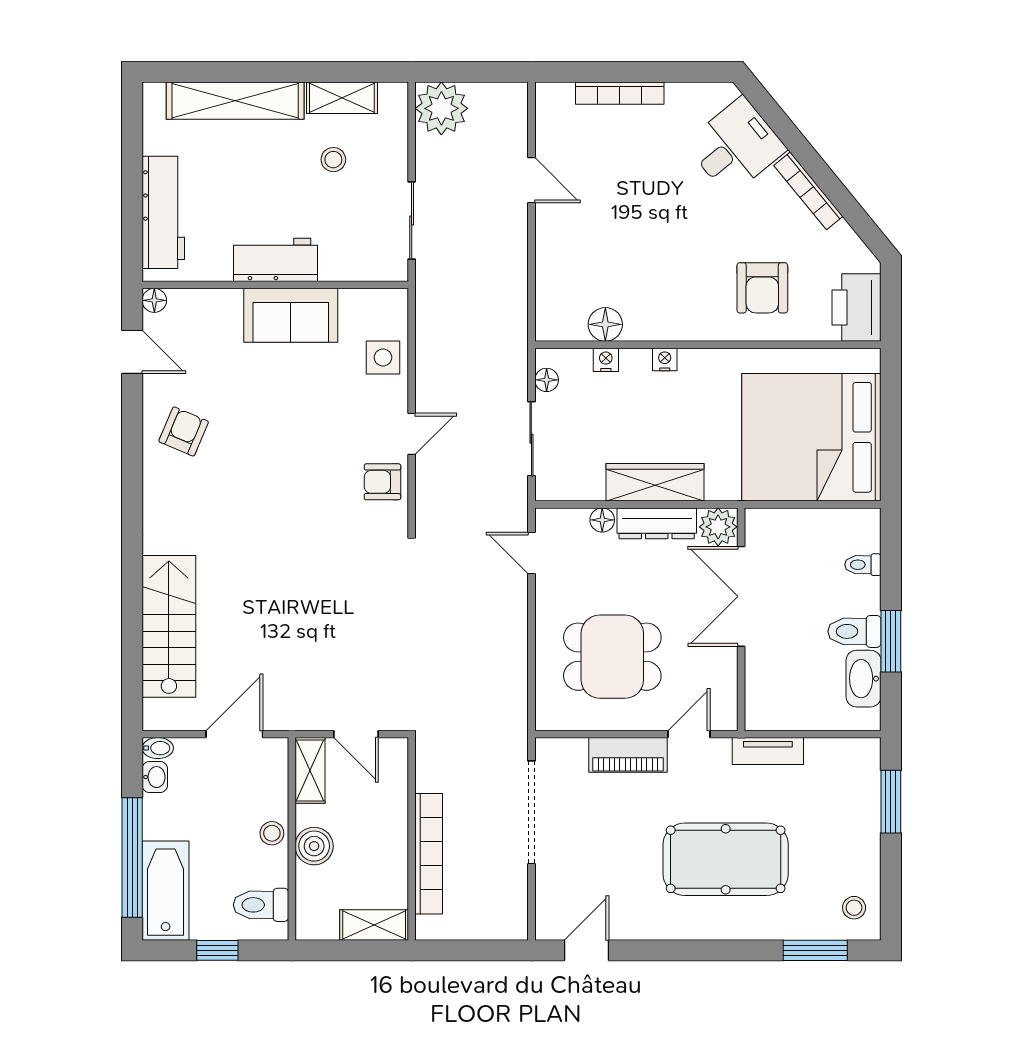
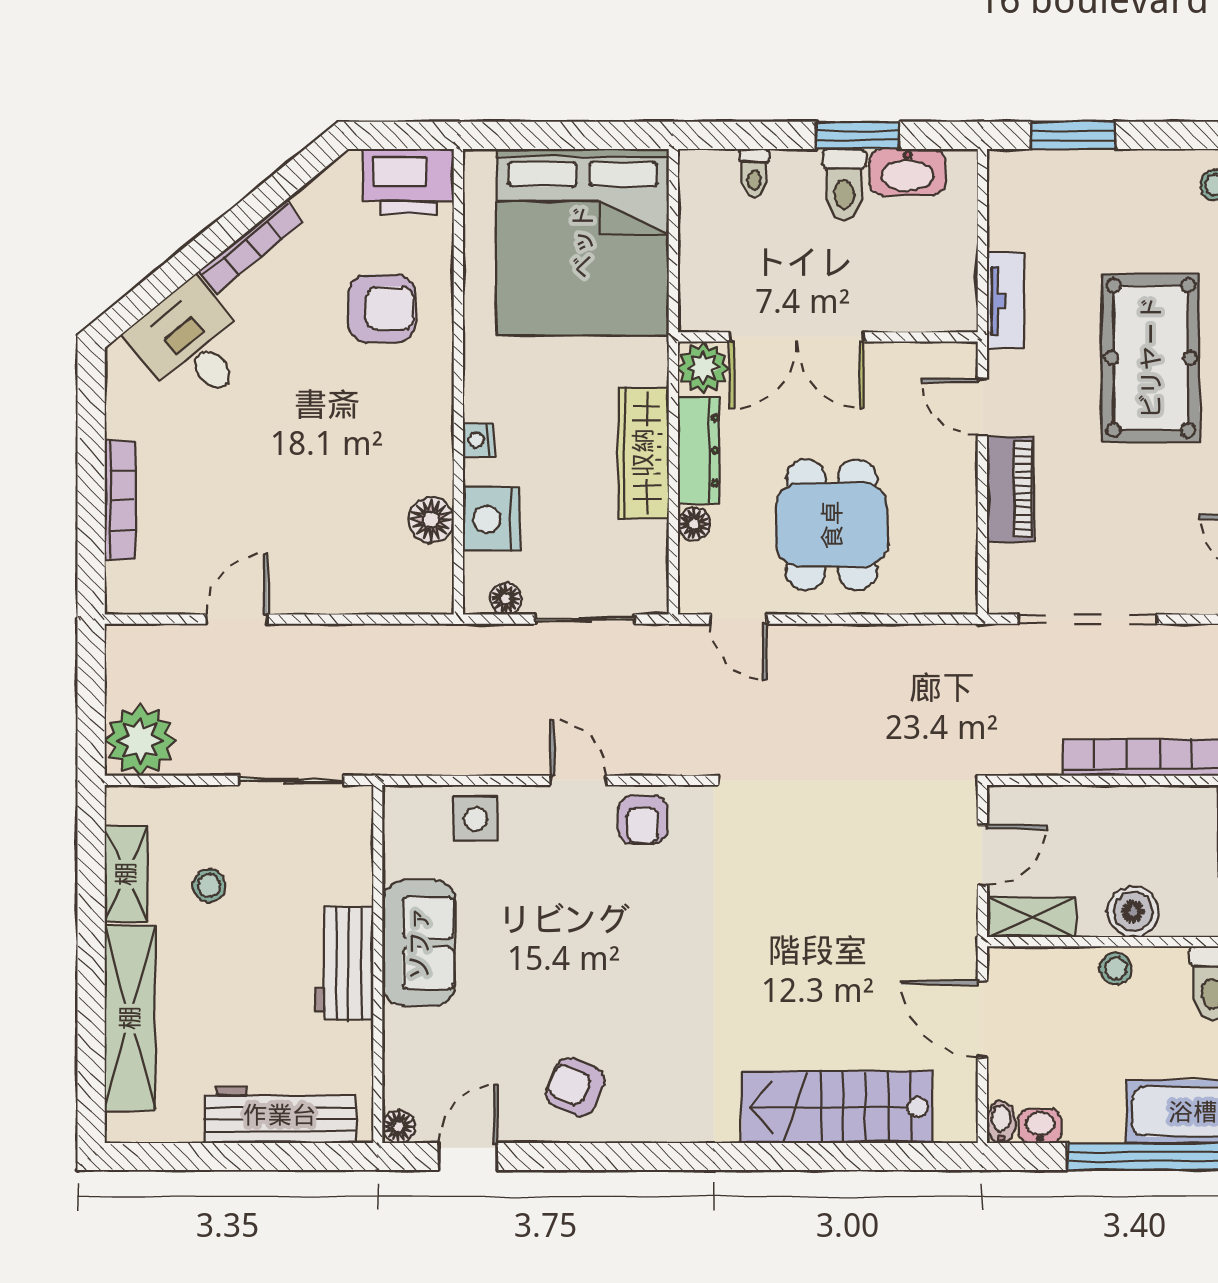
nightstand: (606, 360) -> (491, 519), width x1.89, depth x1.79
door: (531, 553) -> (739, 619), hinge flipped
dining table: (612, 657) -> (832, 525), moved

